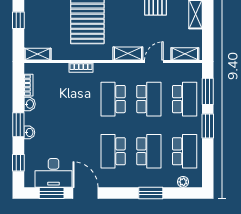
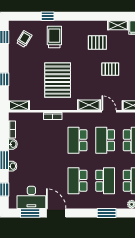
door: (154, 62) -> (109, 111), hinge flipped
school desk: (149, 99) -> (105, 140), turned 180

